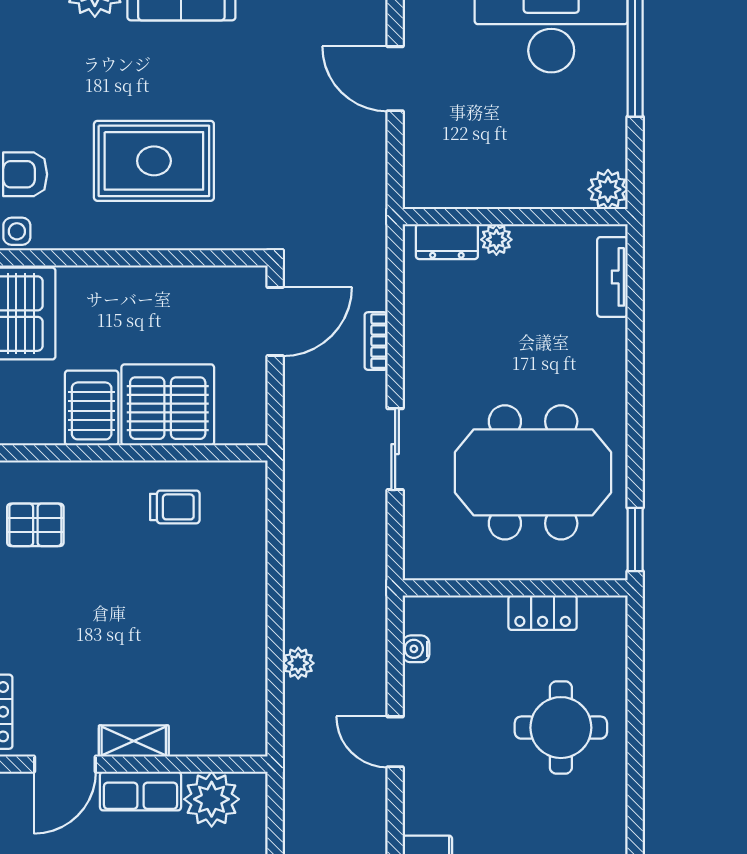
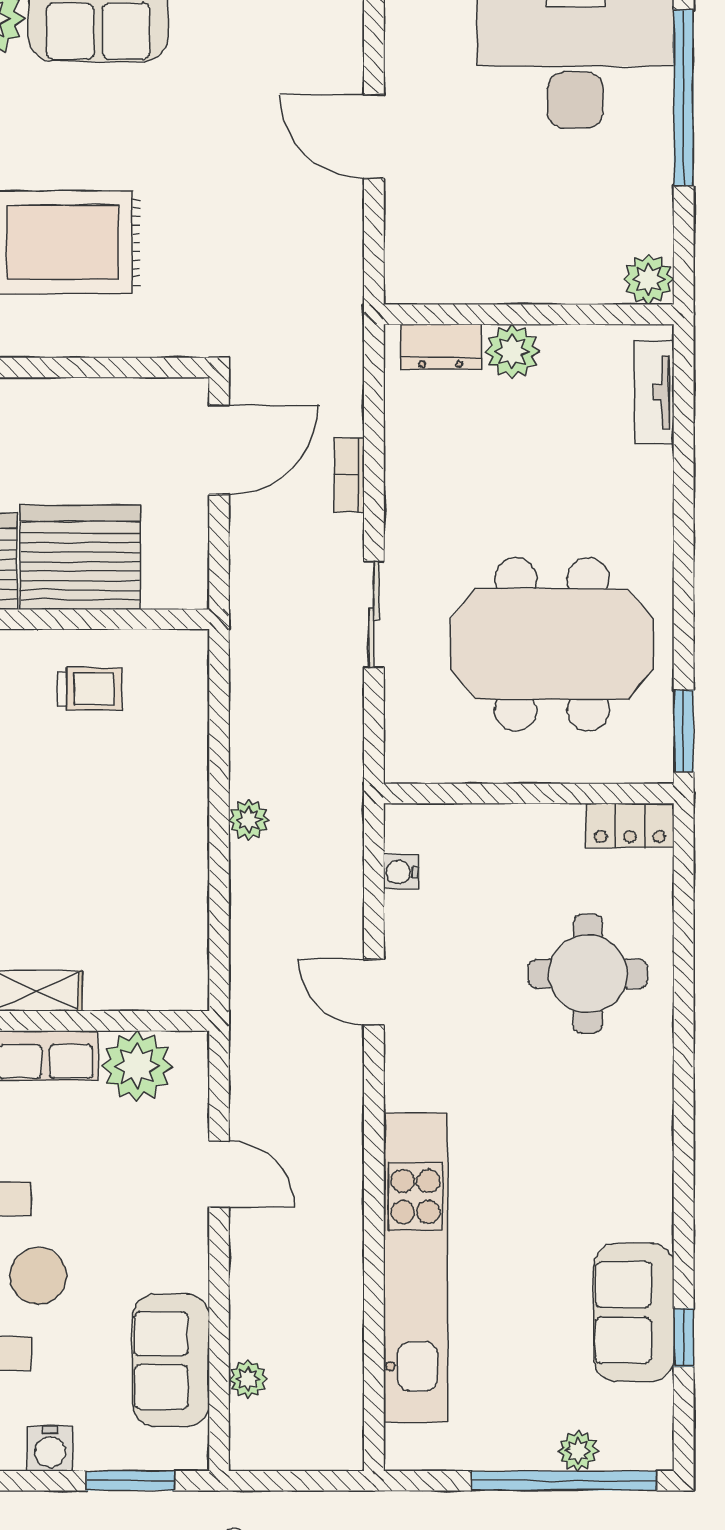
plant: (496, 240) -> (512, 351), width x1.38, depth x1.38
locker: (543, 613) -> (630, 825), moved
plant: (298, 663) -> (249, 820), moved

